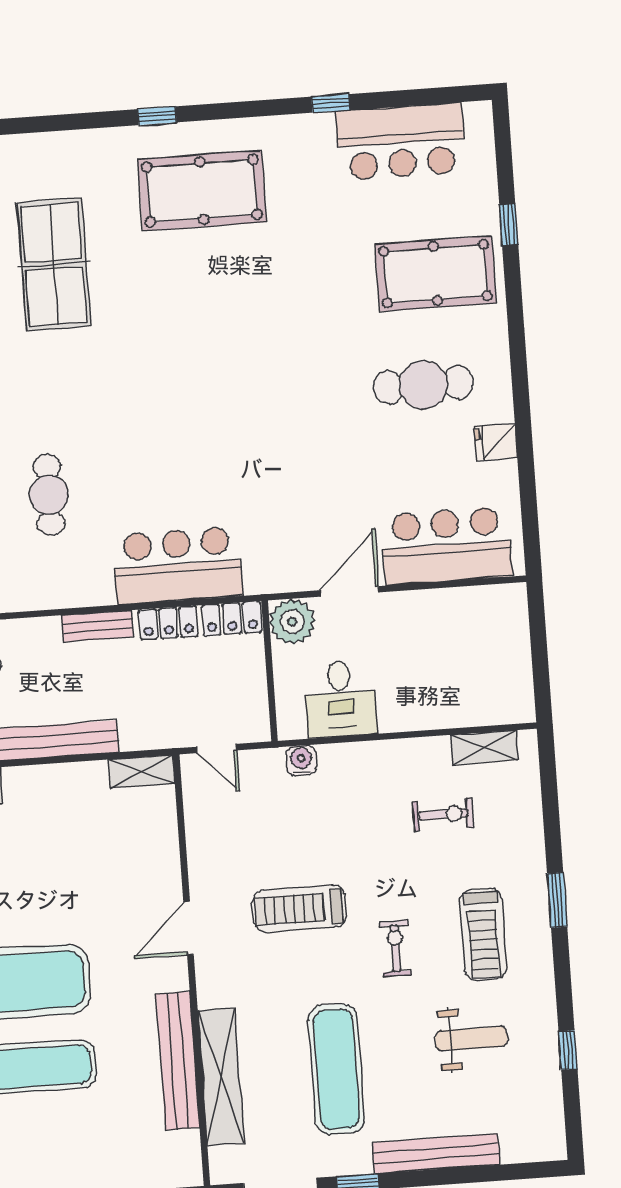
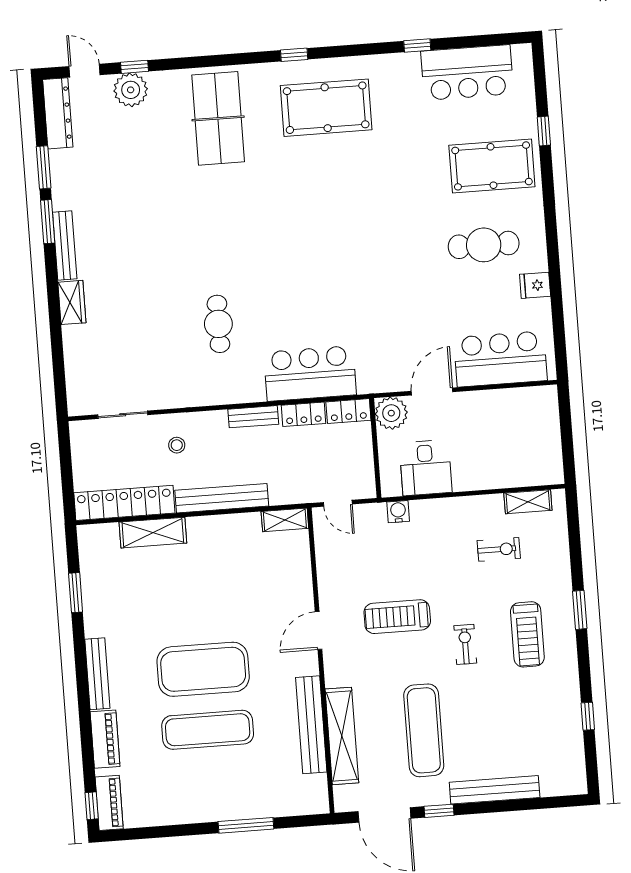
table tennis table: (54, 264) -> (218, 118), moved
weight bench: (471, 1039) -> (519, 708), removed

